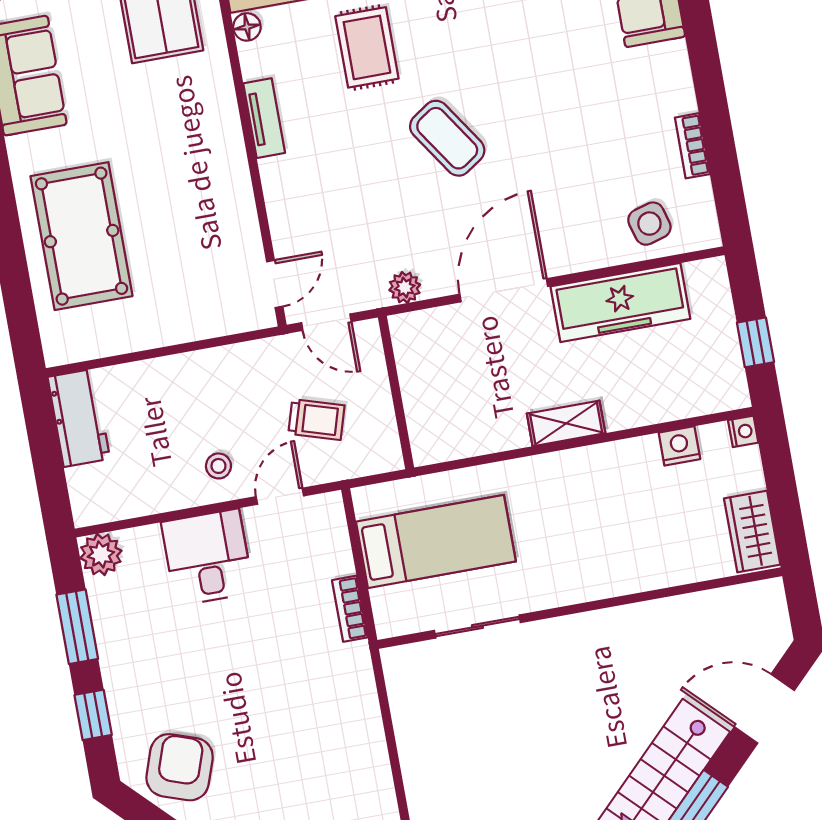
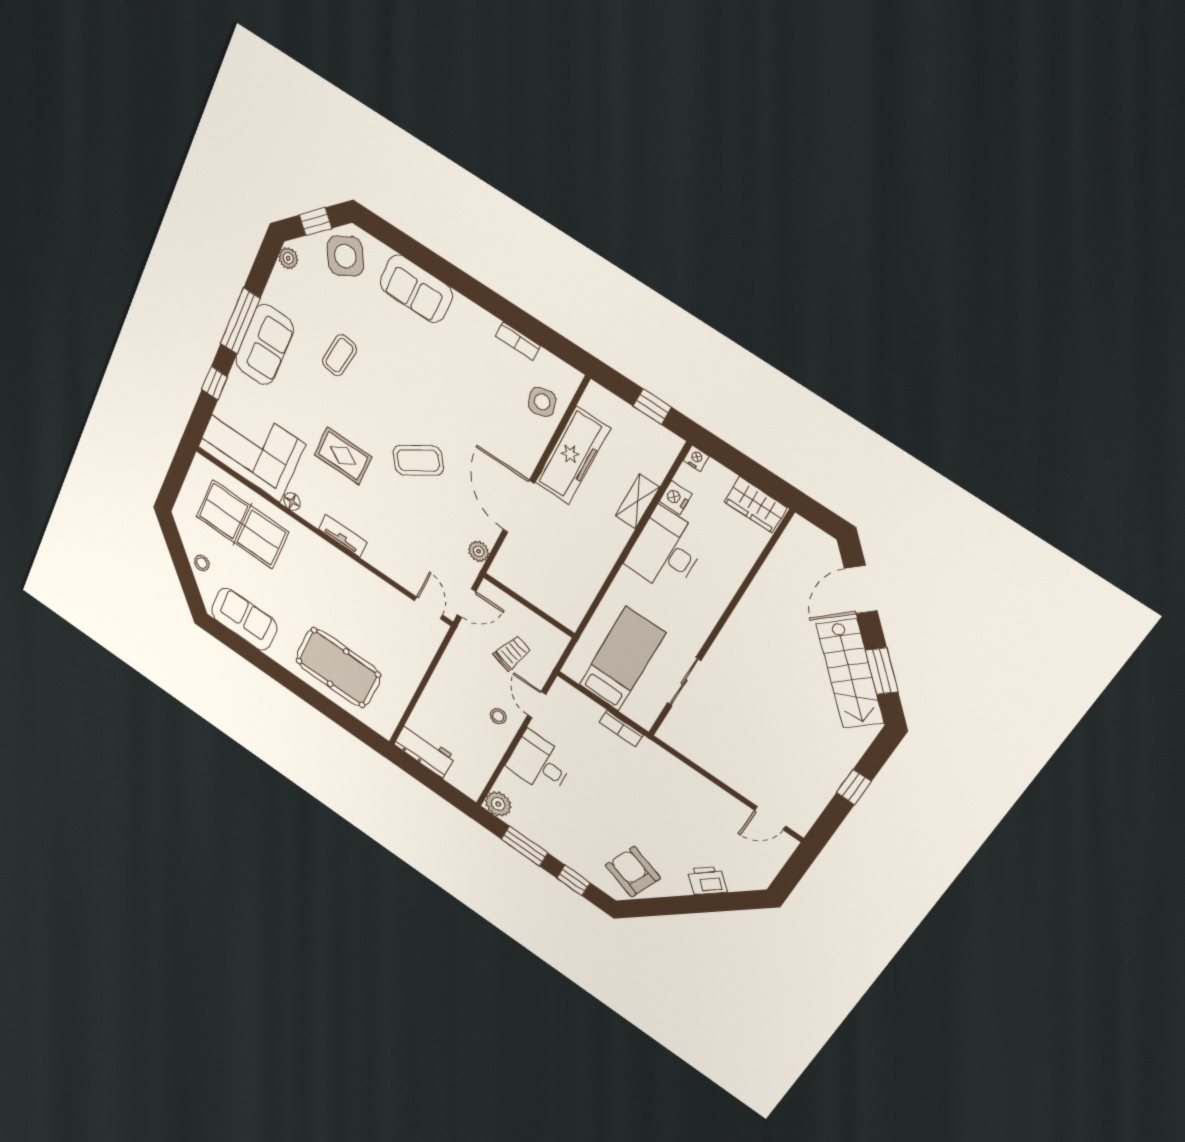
shelving: (566, 423) -> (637, 501), moved
desk: (610, 484) -> (666, 551), added

